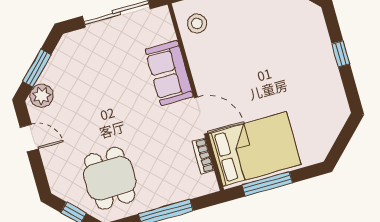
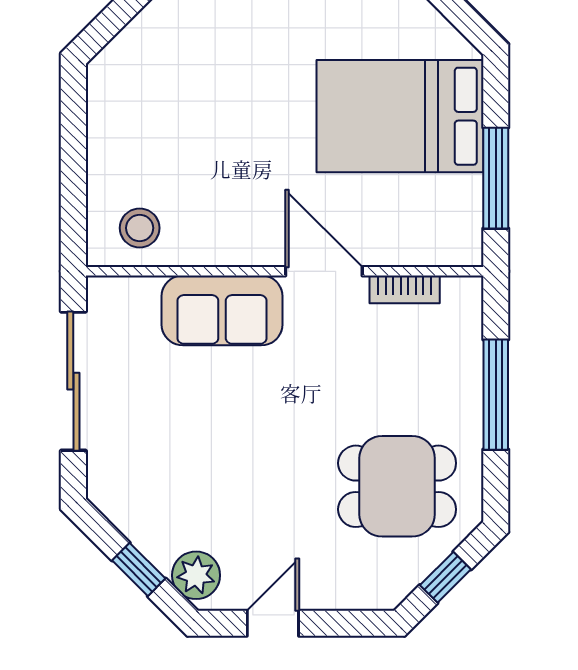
window: (37, 68) -> (139, 569), width x0.67
door: (201, 116) -> (324, 271), hinge flipped
bed: (255, 149) -> (400, 116), moved, turned -90

